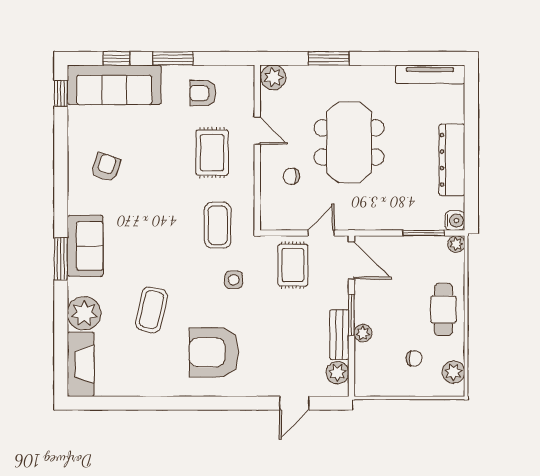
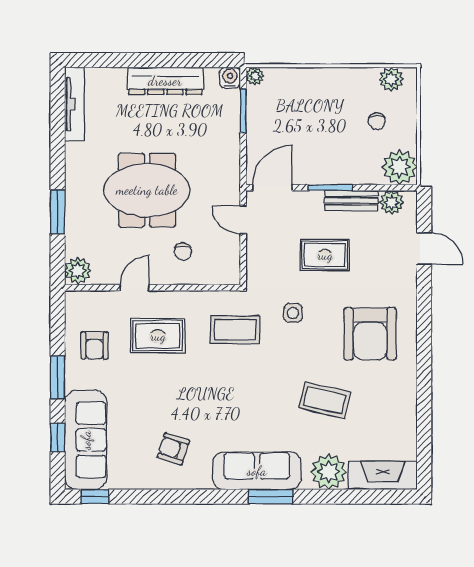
sofa: (85, 246) -> (257, 471), width x1.36
rug: (293, 265) -> (325, 255), moved
cafe table: (443, 310) -> (325, 90), removed
plant: (363, 333) -> (400, 167), moved, width x1.88, depth x1.88
chair: (414, 359) -> (377, 121), turned 180

